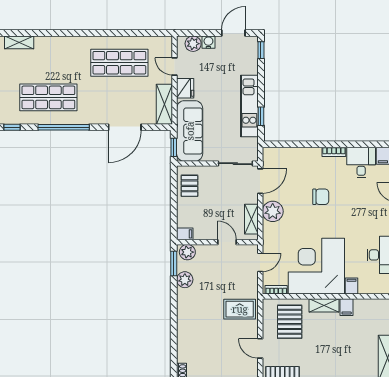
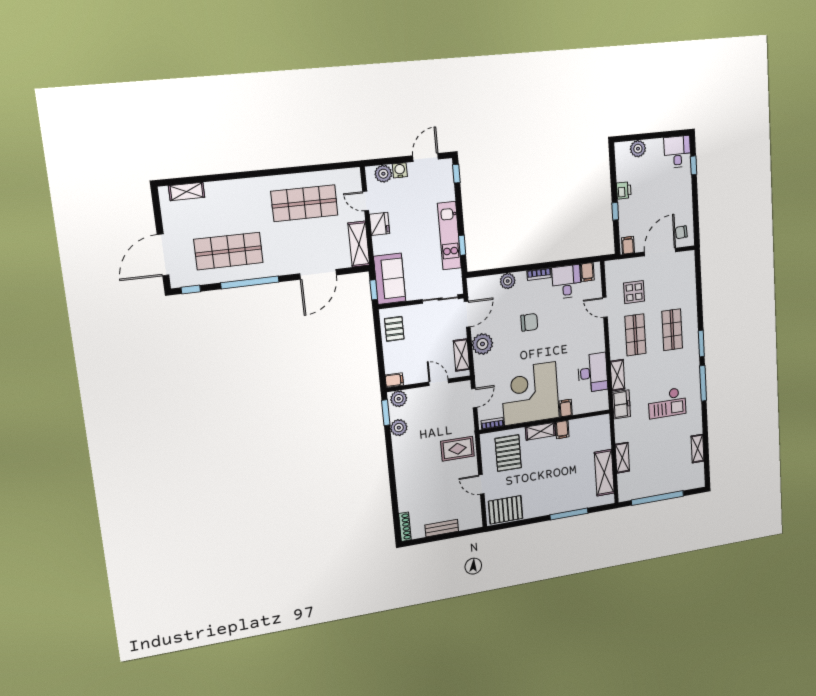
sofa: (190, 131) -> (390, 279), width x0.73
plant: (302, 155) -> (508, 281), added

